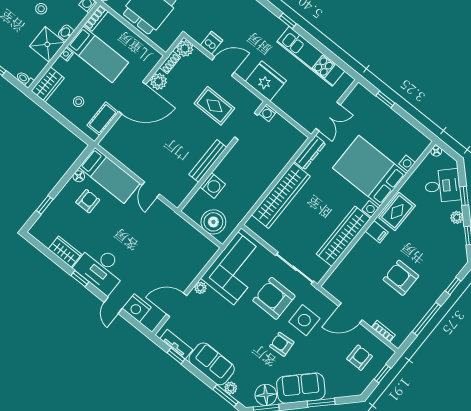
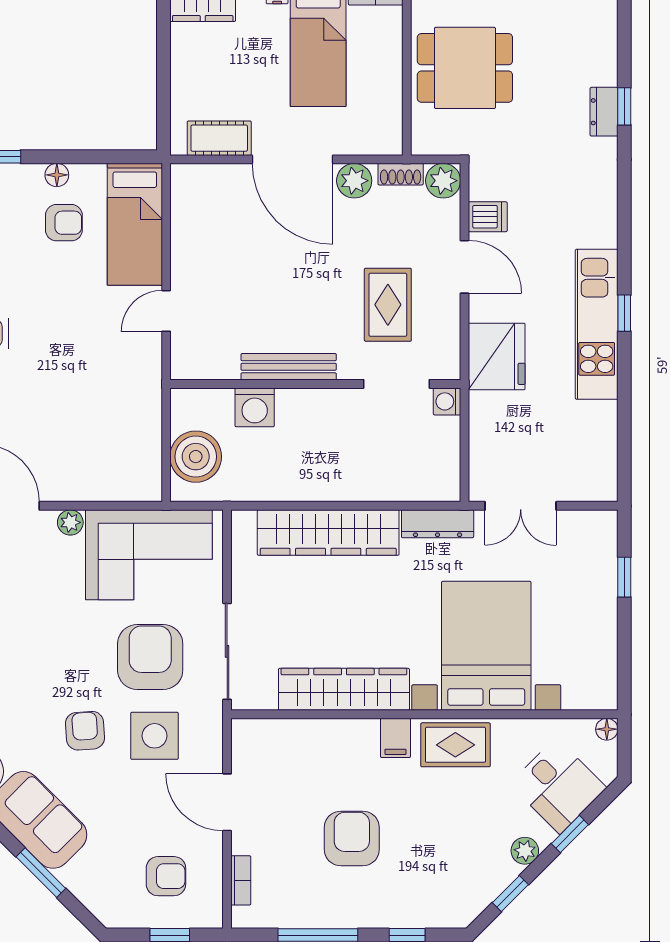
kitchen unit: (311, 56) -> (597, 324), moved
stool: (79, 102) -> (215, 76), removed
floor lamp: (79, 176) -> (57, 175), moved

